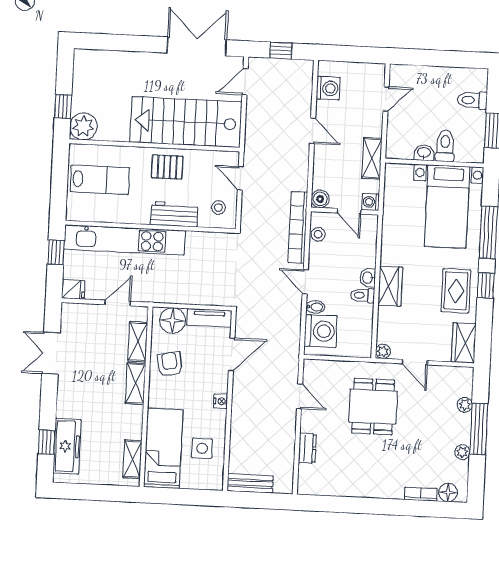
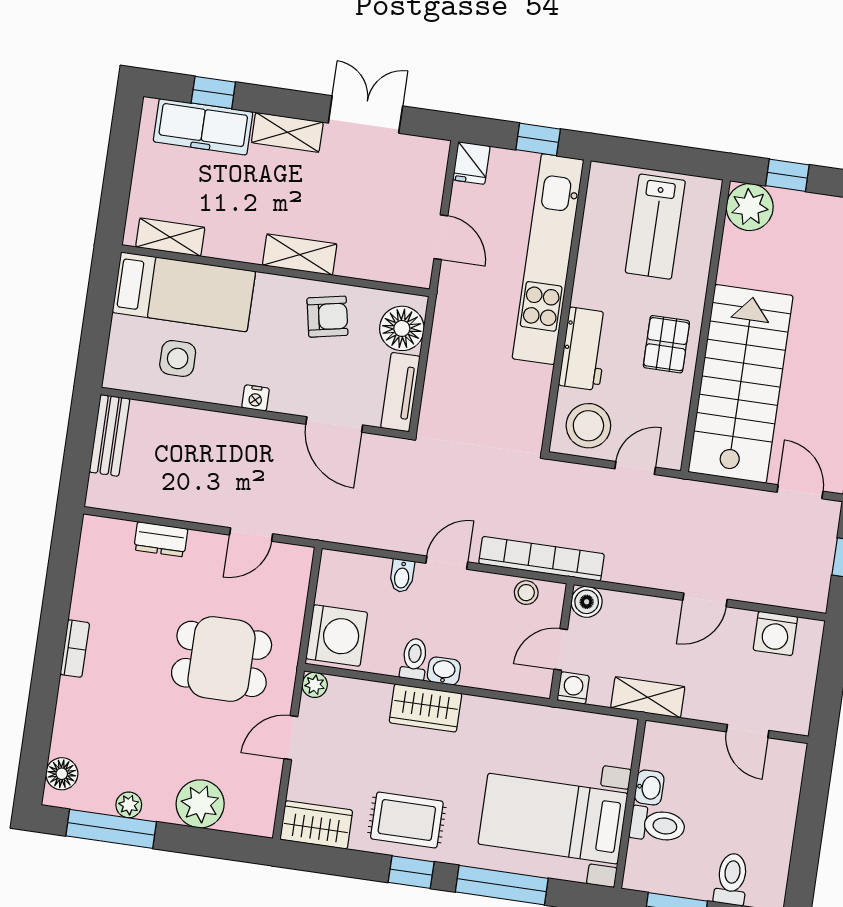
stool: (218, 208) -> (588, 426), width x1.89, depth x1.89
washing machine: (321, 331) -> (337, 636), moved, turned -90
shelving: (138, 342) -> (287, 132), moved
plant: (465, 405) -> (200, 804), width x1.88, depth x1.88
window: (479, 429) -> (111, 829), moved
bookcase: (421, 494) -> (75, 649), moved

